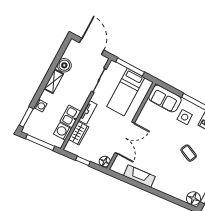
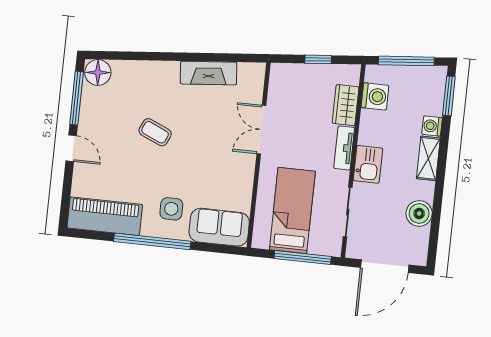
door: (92, 46) -> (385, 266), hinge flipped
shelving: (54, 81) -> (428, 158), moved
kitchen sink: (70, 116) -> (368, 164), moved
double door: (125, 138) -> (261, 130), width x0.73
coffee table: (189, 153) -> (155, 132), moved
floor lamp: (105, 161) -> (280, 74), removed

